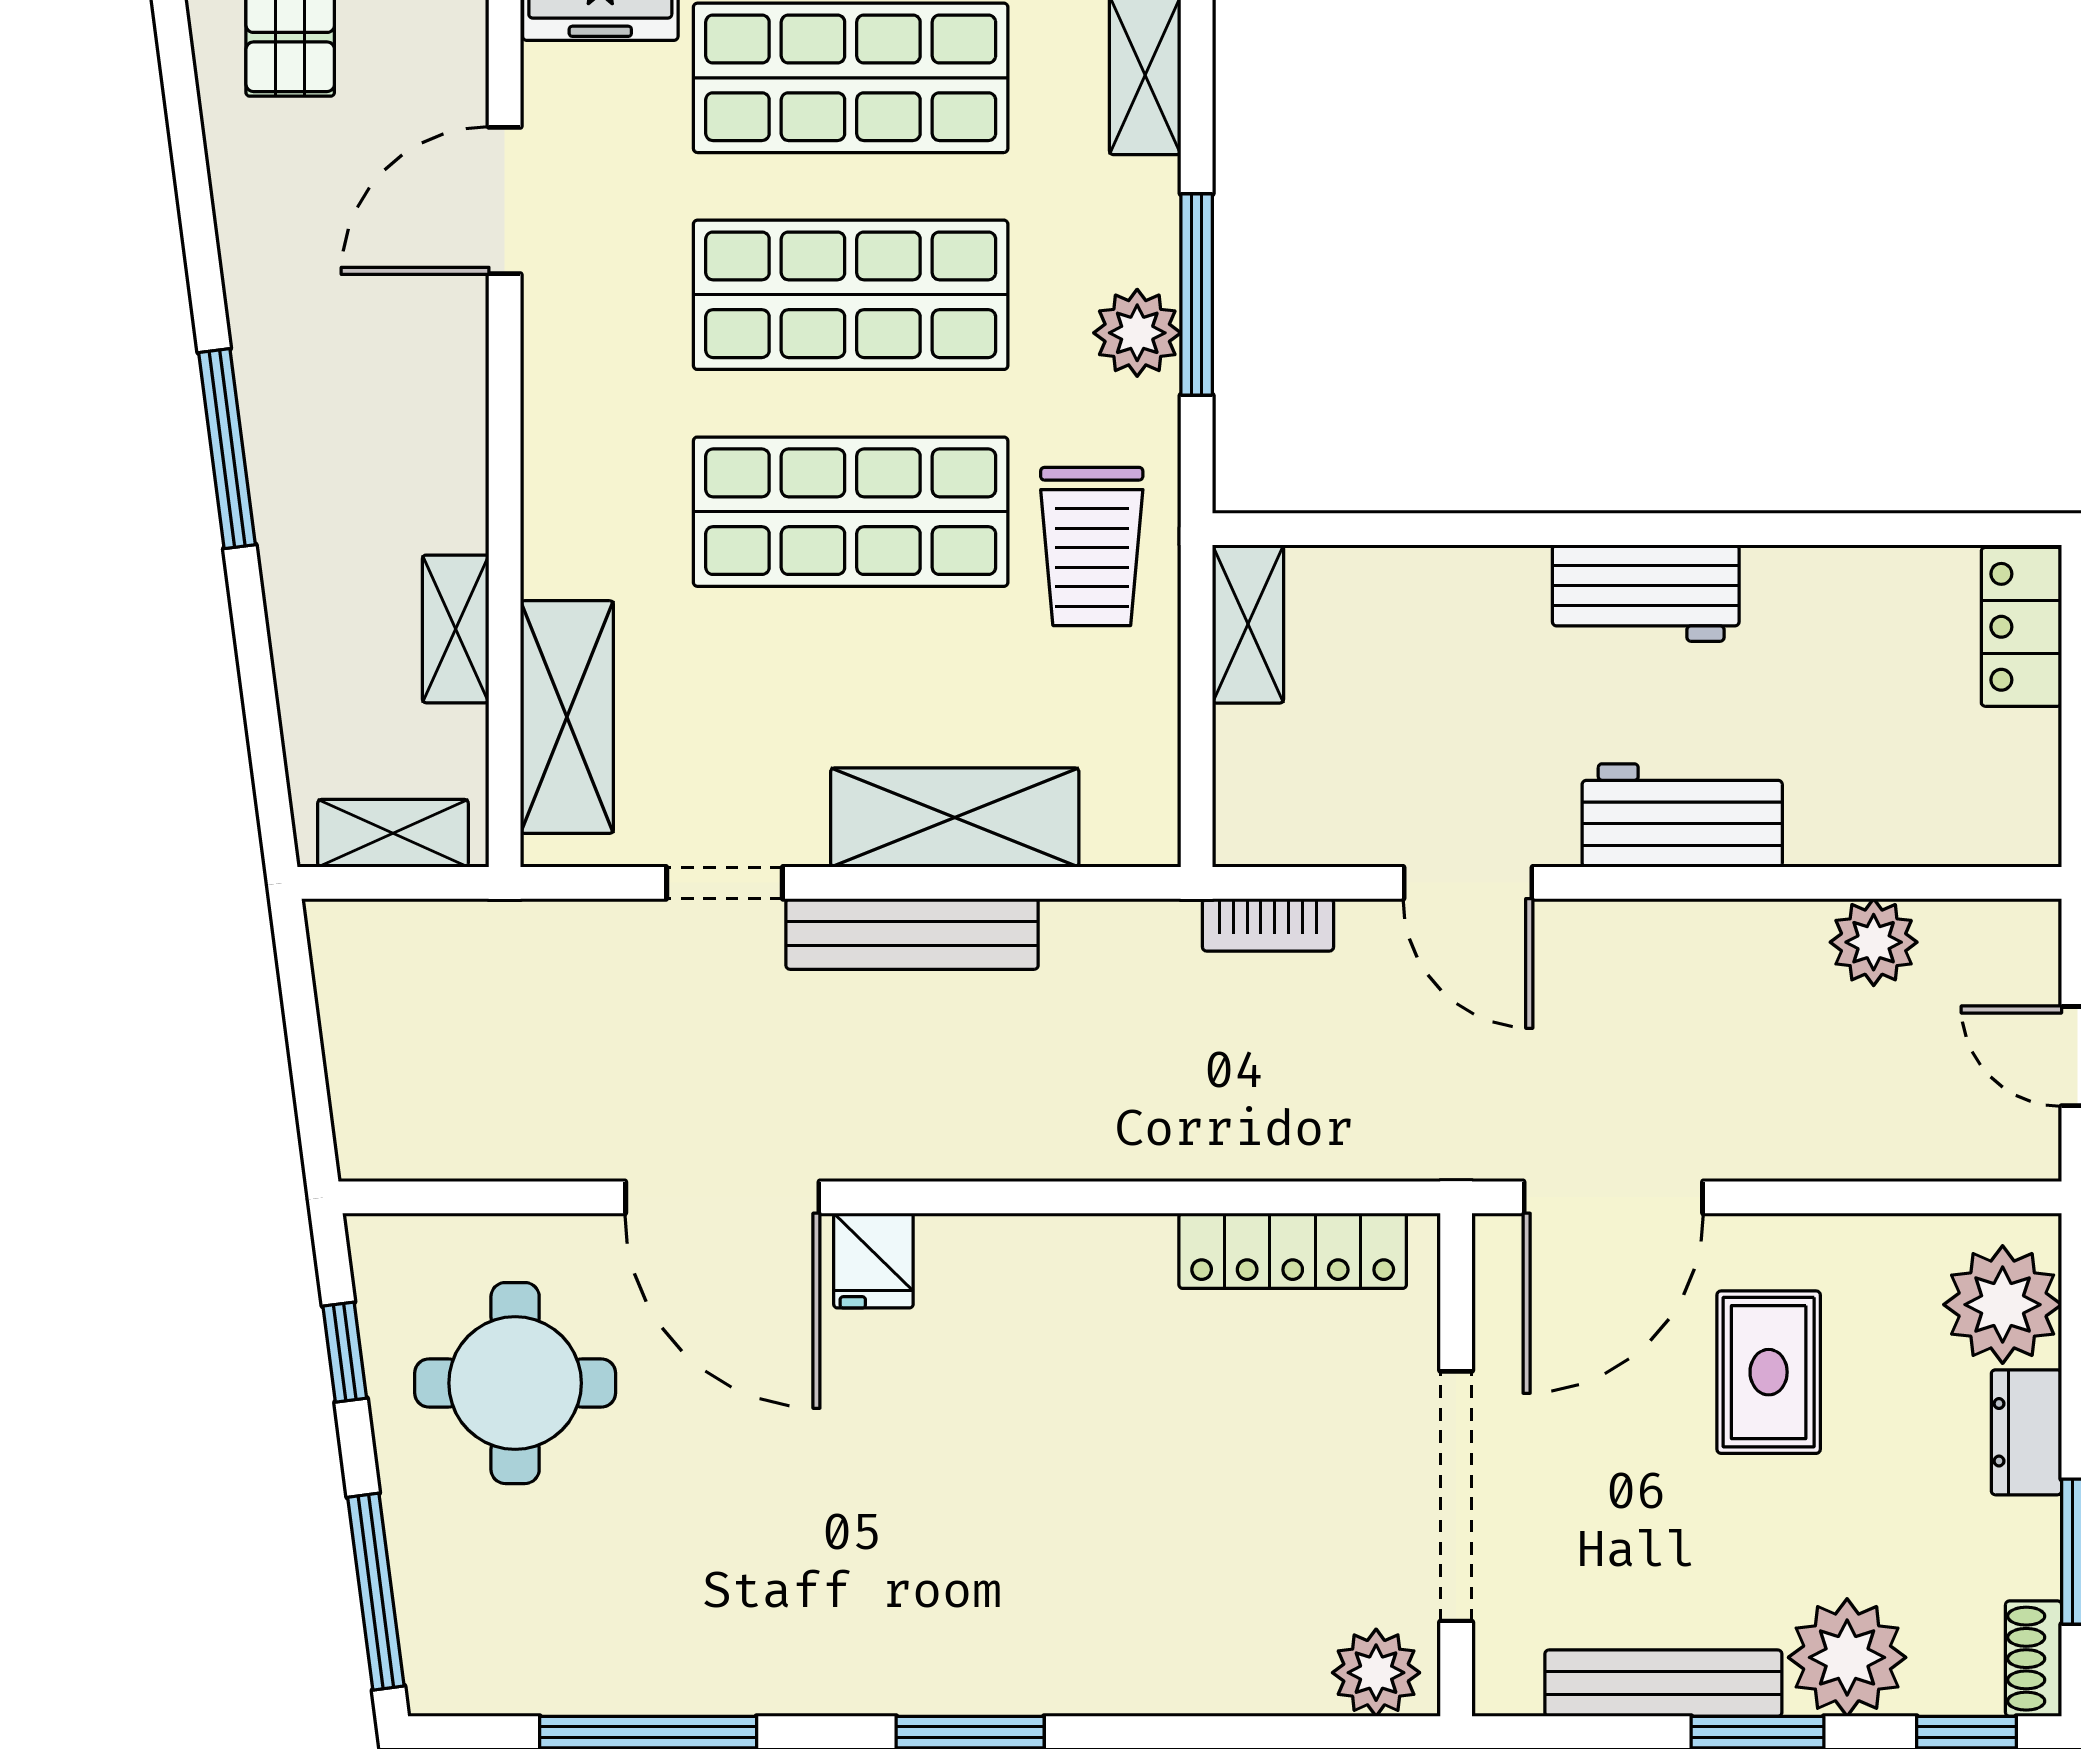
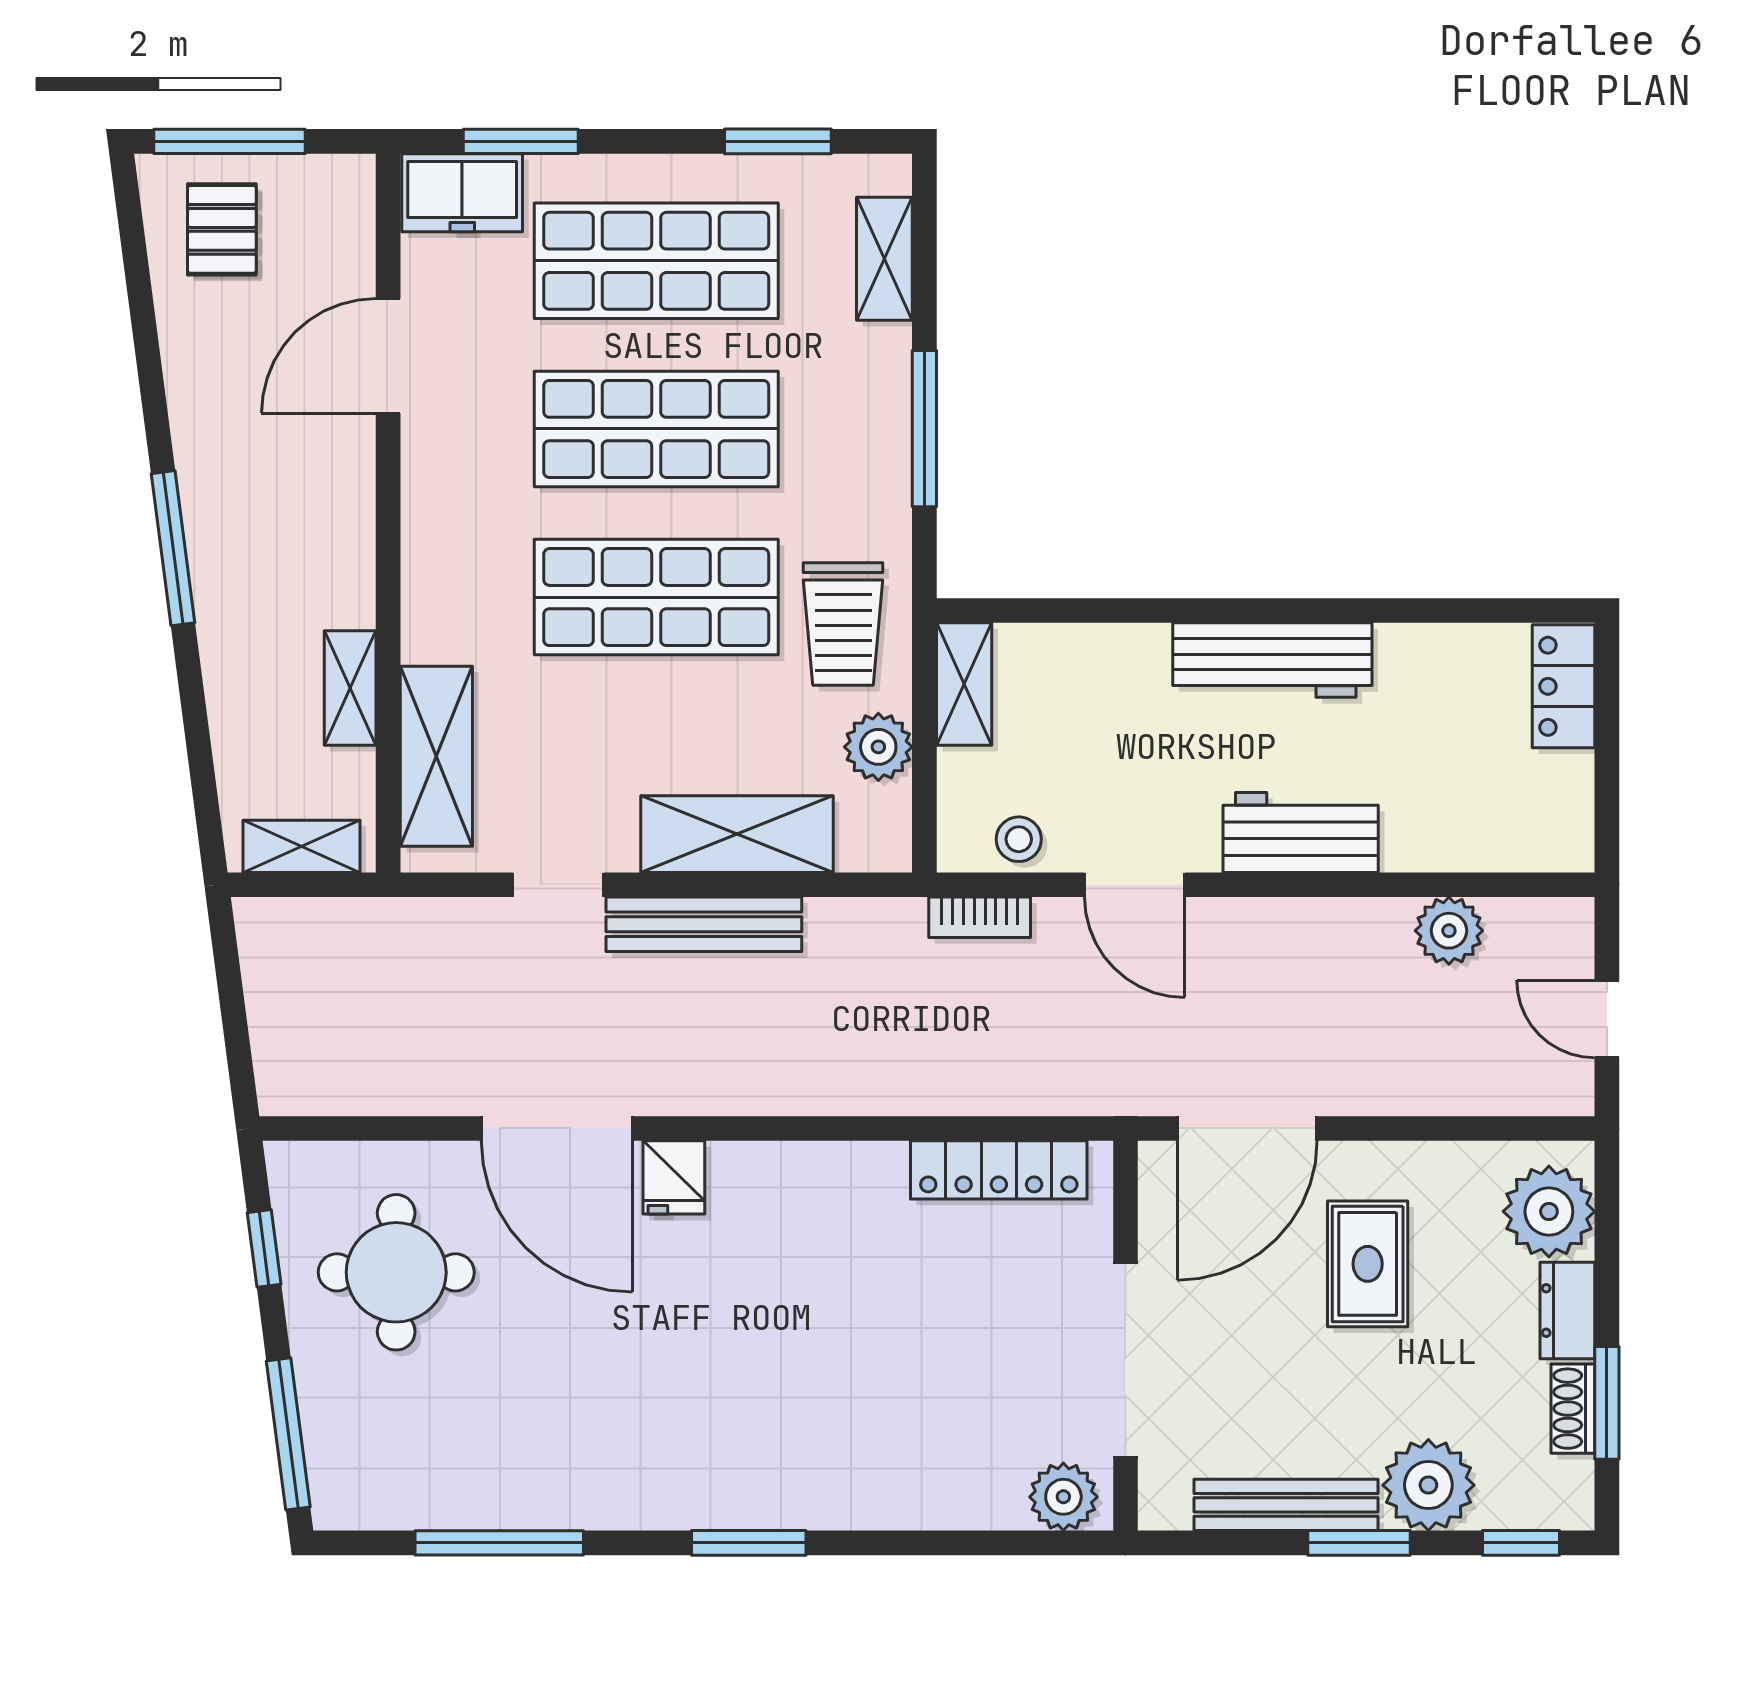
plant: (1137, 333) -> (878, 747), moved
workbench: (1646, 593) -> (1272, 660), width x1.38
stool: (1318, 824) -> (1019, 839), added
shoe rack: (2034, 1659) -> (1573, 1409), moved

